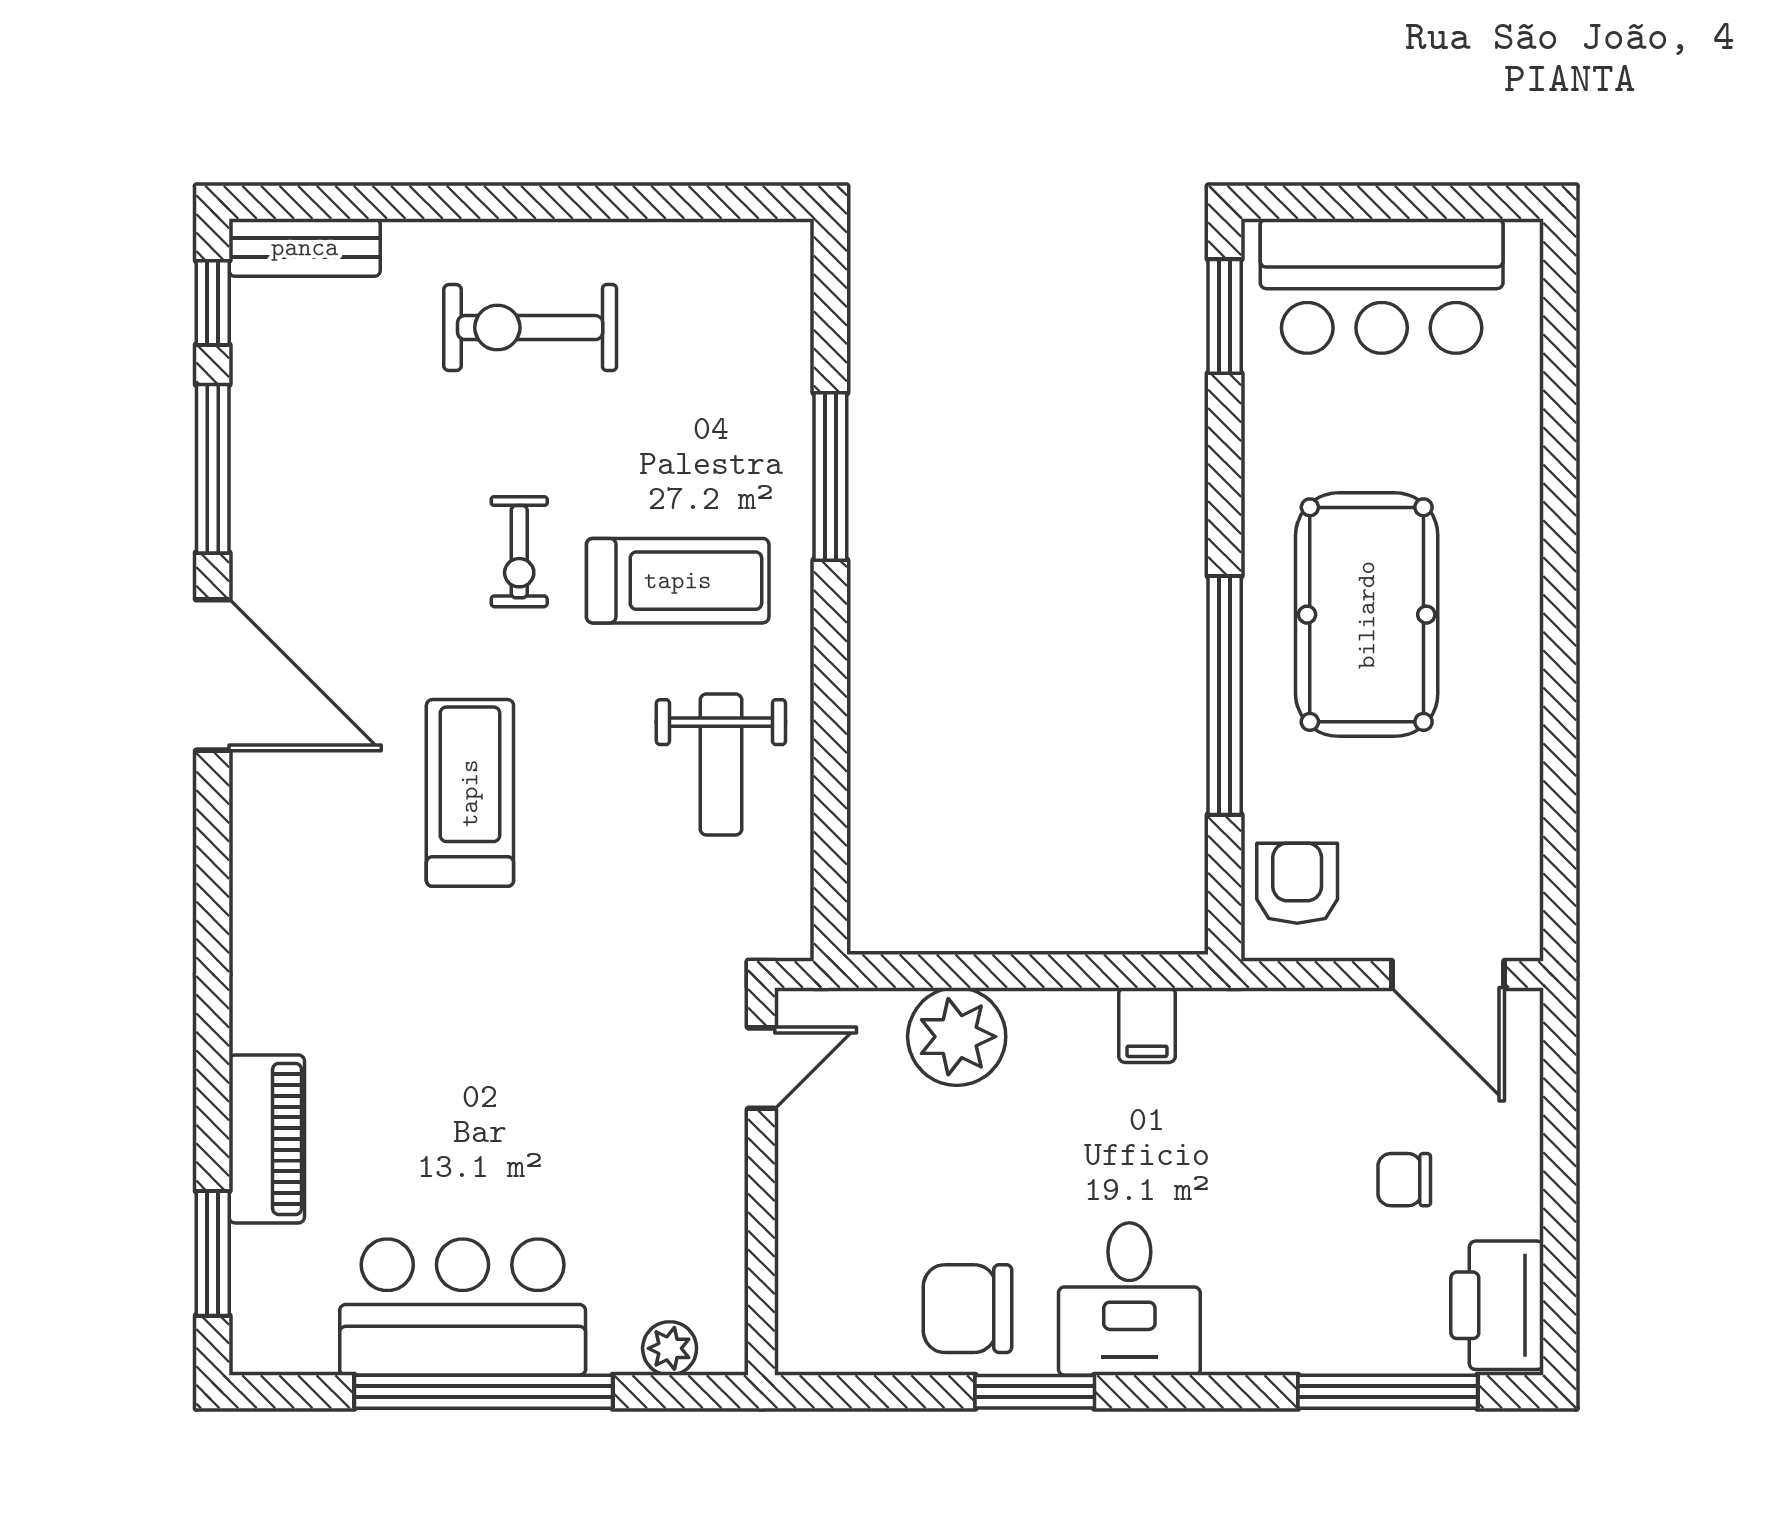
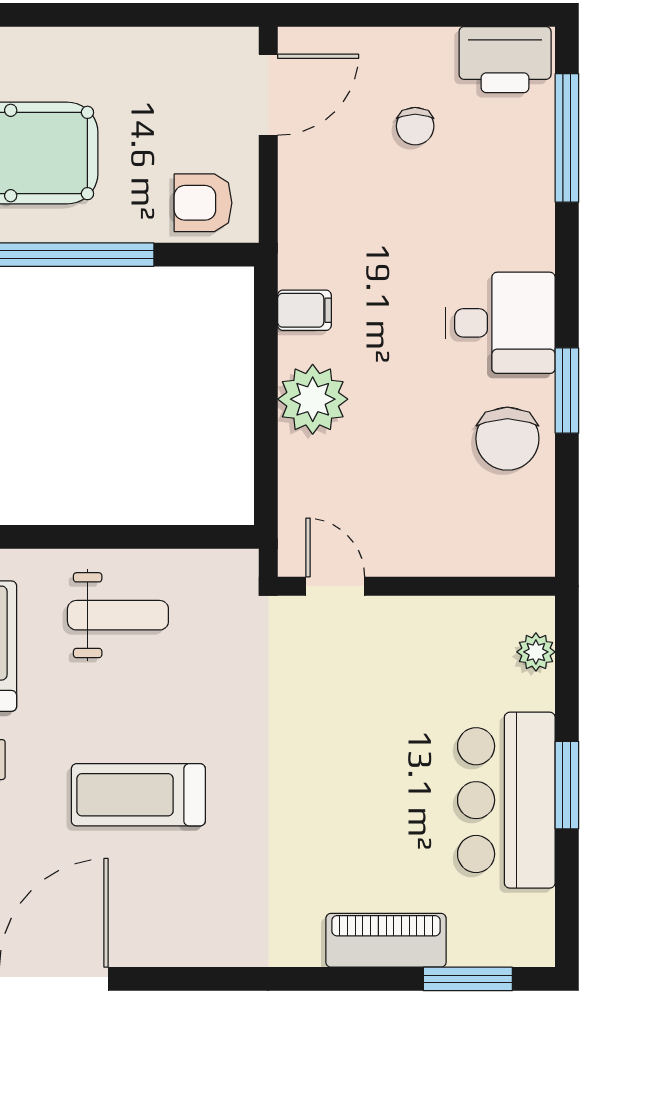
plant: (957, 1037) -> (313, 399), moved
window: (483, 1392) -> (567, 785), width x0.47

